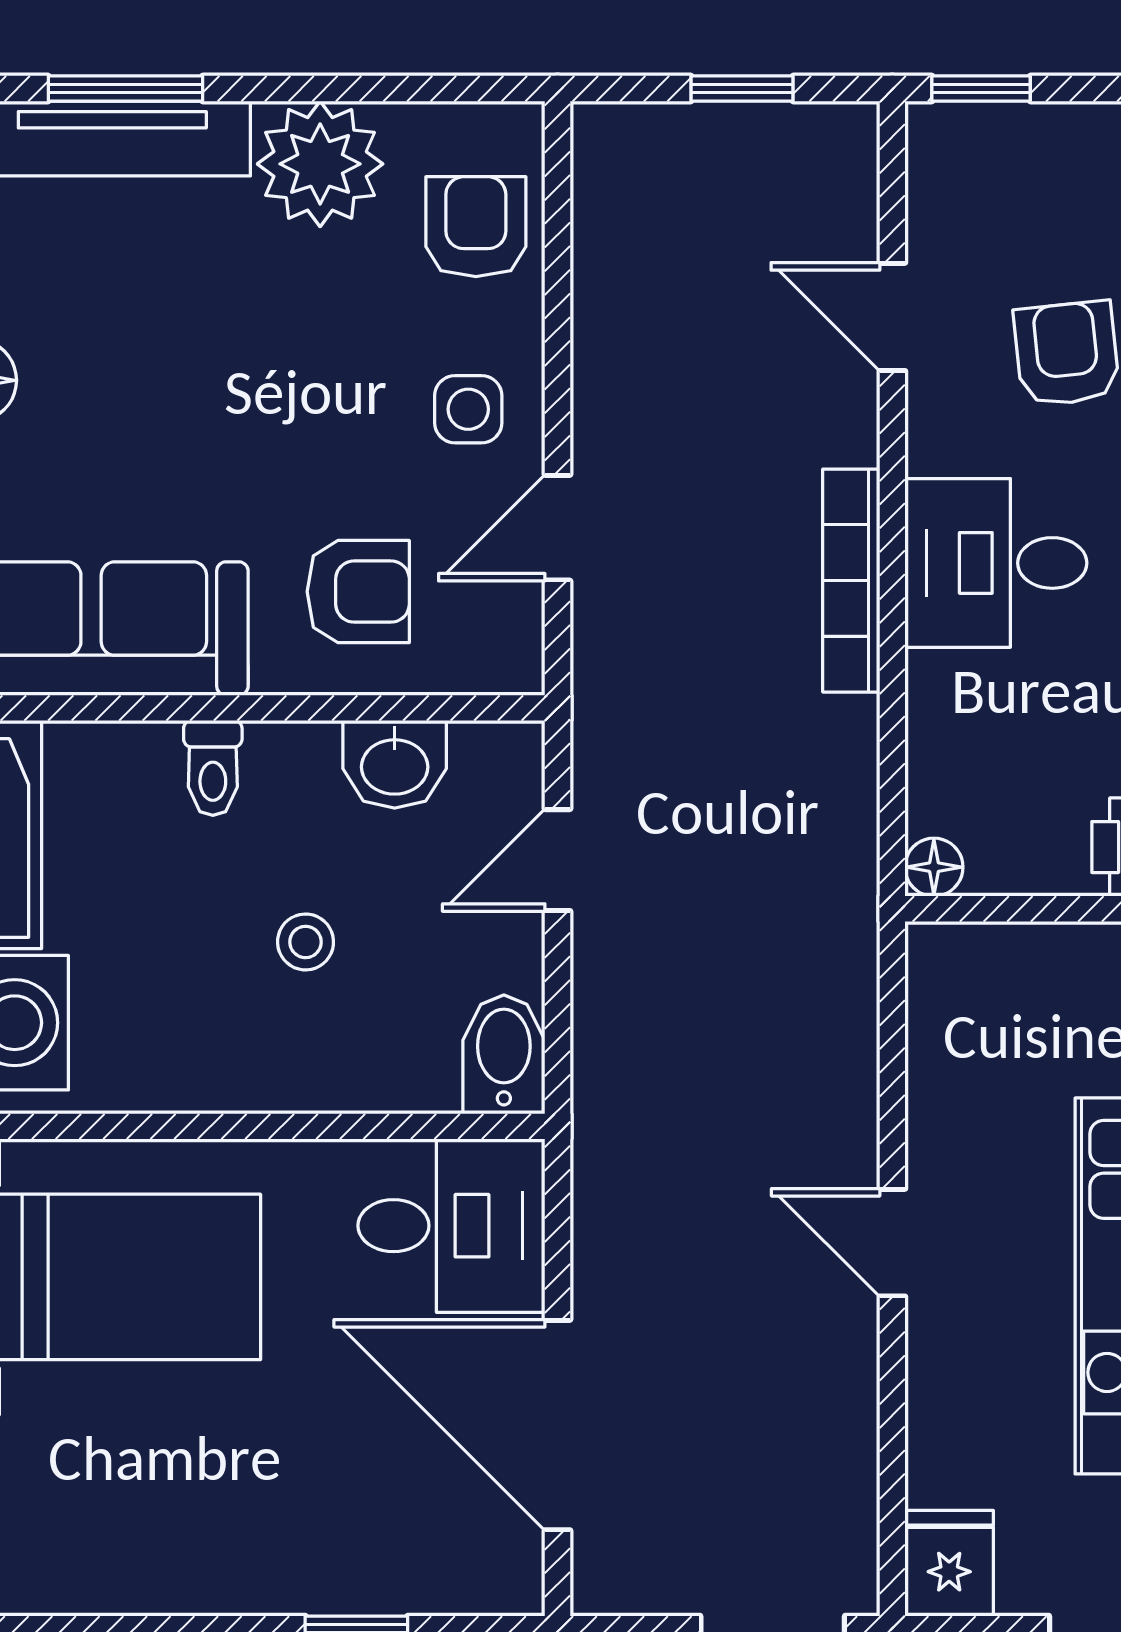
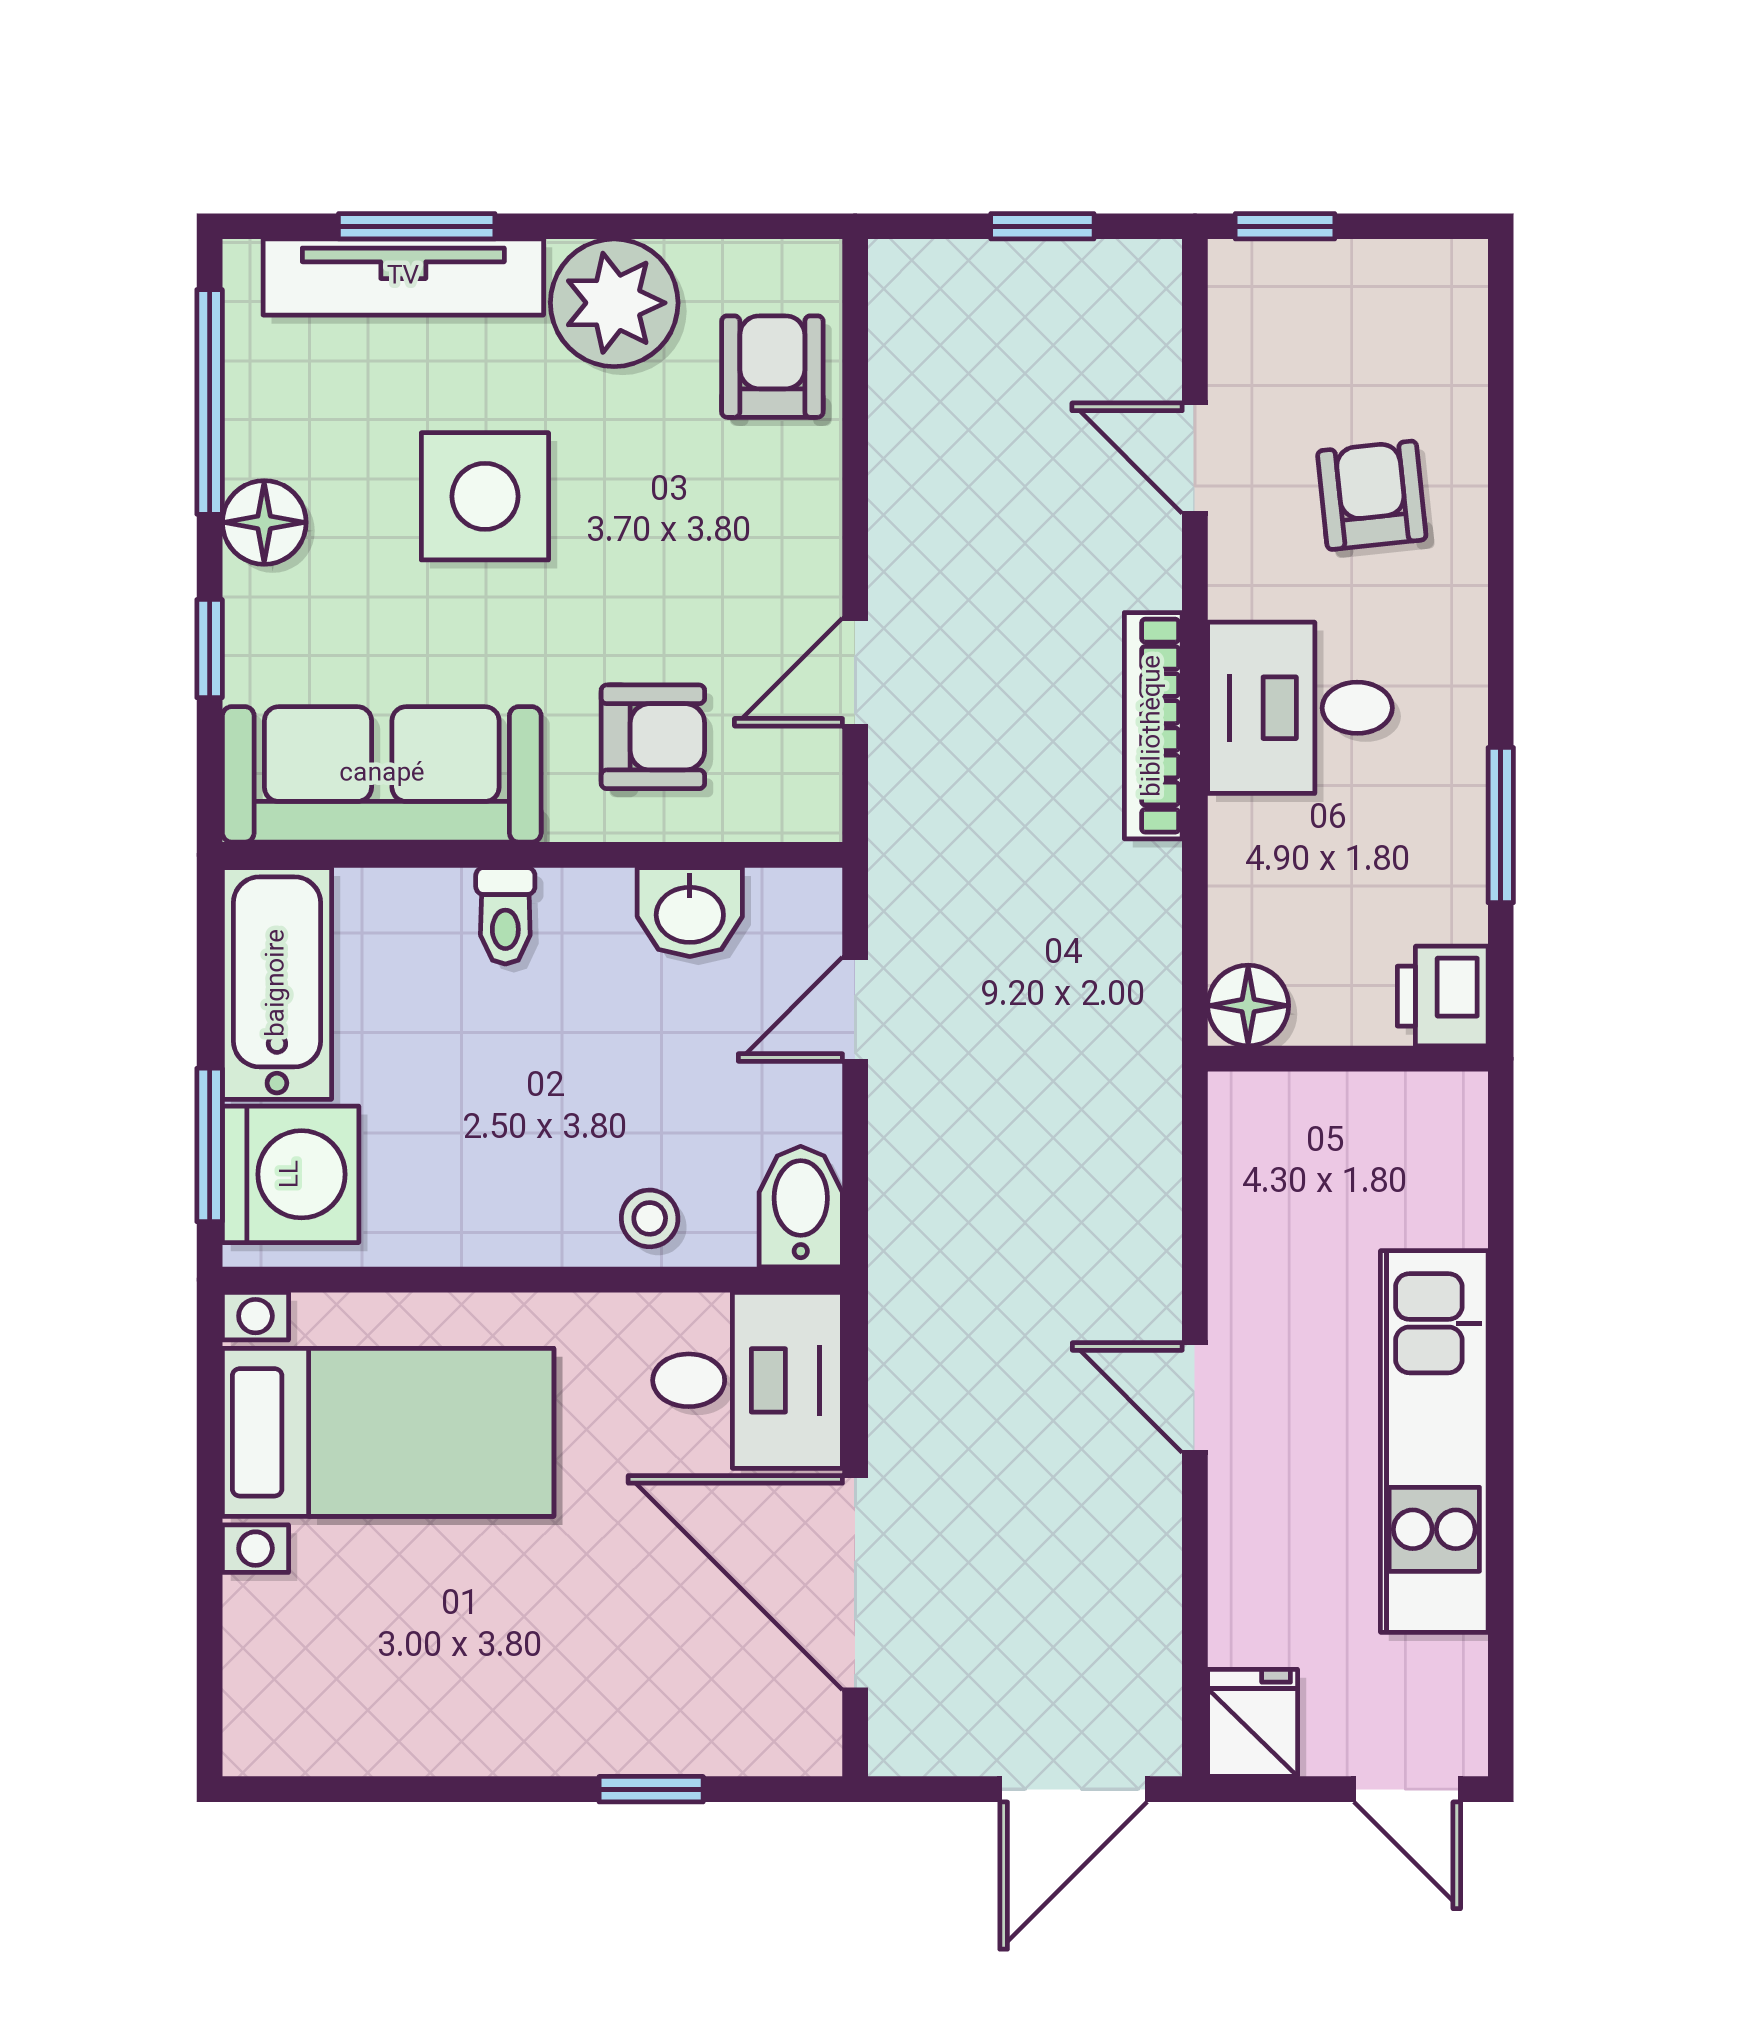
side table: (468, 409) -> (485, 496), moved, width x1.87, depth x1.87
floor lamp: (934, 867) -> (1248, 1006), width x1.37, depth x1.37
stool: (306, 942) -> (650, 1218), moved

